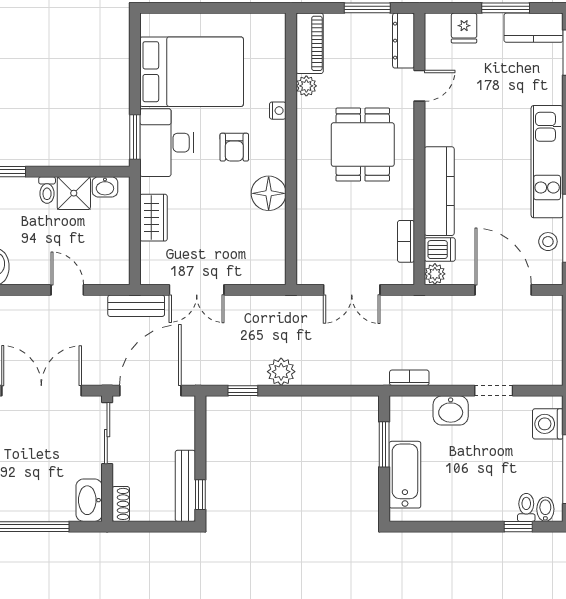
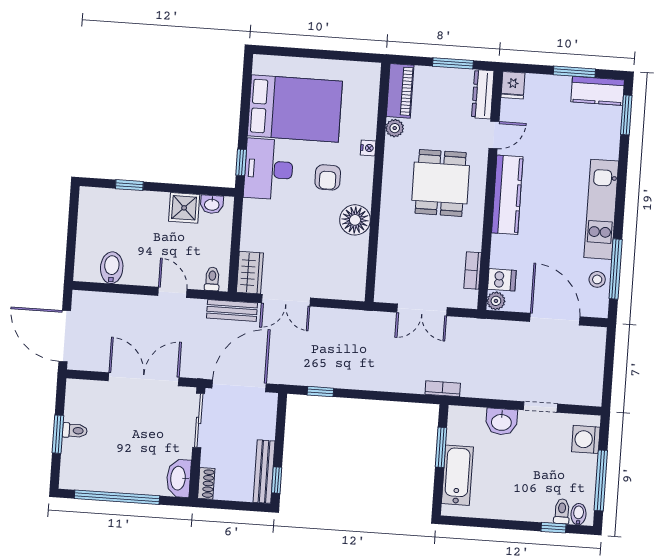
fridge: (464, 28) -> (513, 85), moved
window: (135, 137) -> (241, 162), width x0.67
toilet: (47, 190) -> (212, 279), moved, turned 180
kitchen counter: (439, 191) -> (507, 195), moved
wardrobe: (154, 218) -> (250, 273), moved
plant: (281, 372) -> (355, 377), removed
bookcase: (409, 378) -> (443, 389), moved

